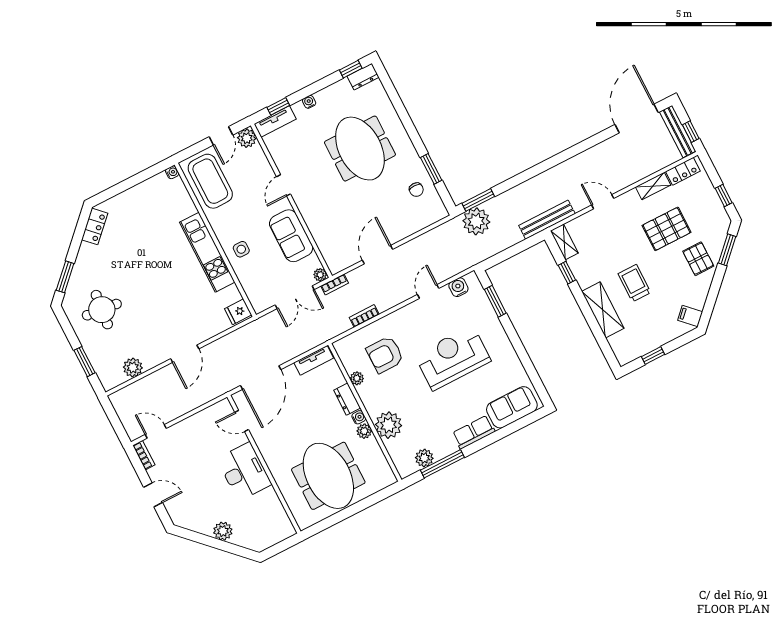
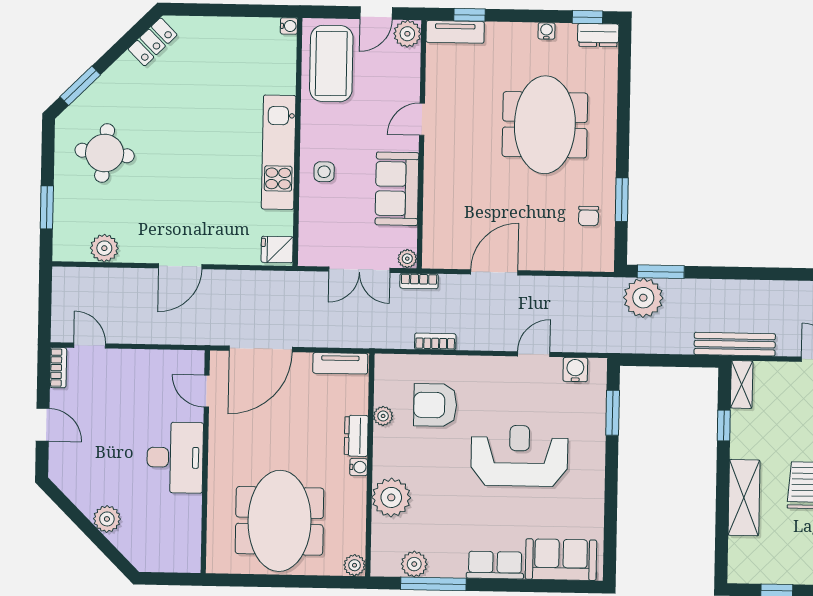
water cooler: (309, 102) -> (546, 31), moved
plant: (364, 431) -> (354, 565), moved

